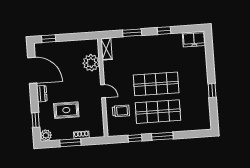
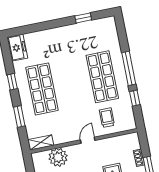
shop shelf: (156, 84) -> (42, 89), moved
window: (212, 91) -> (83, 18), moved
window: (162, 136) -> (129, 68), width x1.44

